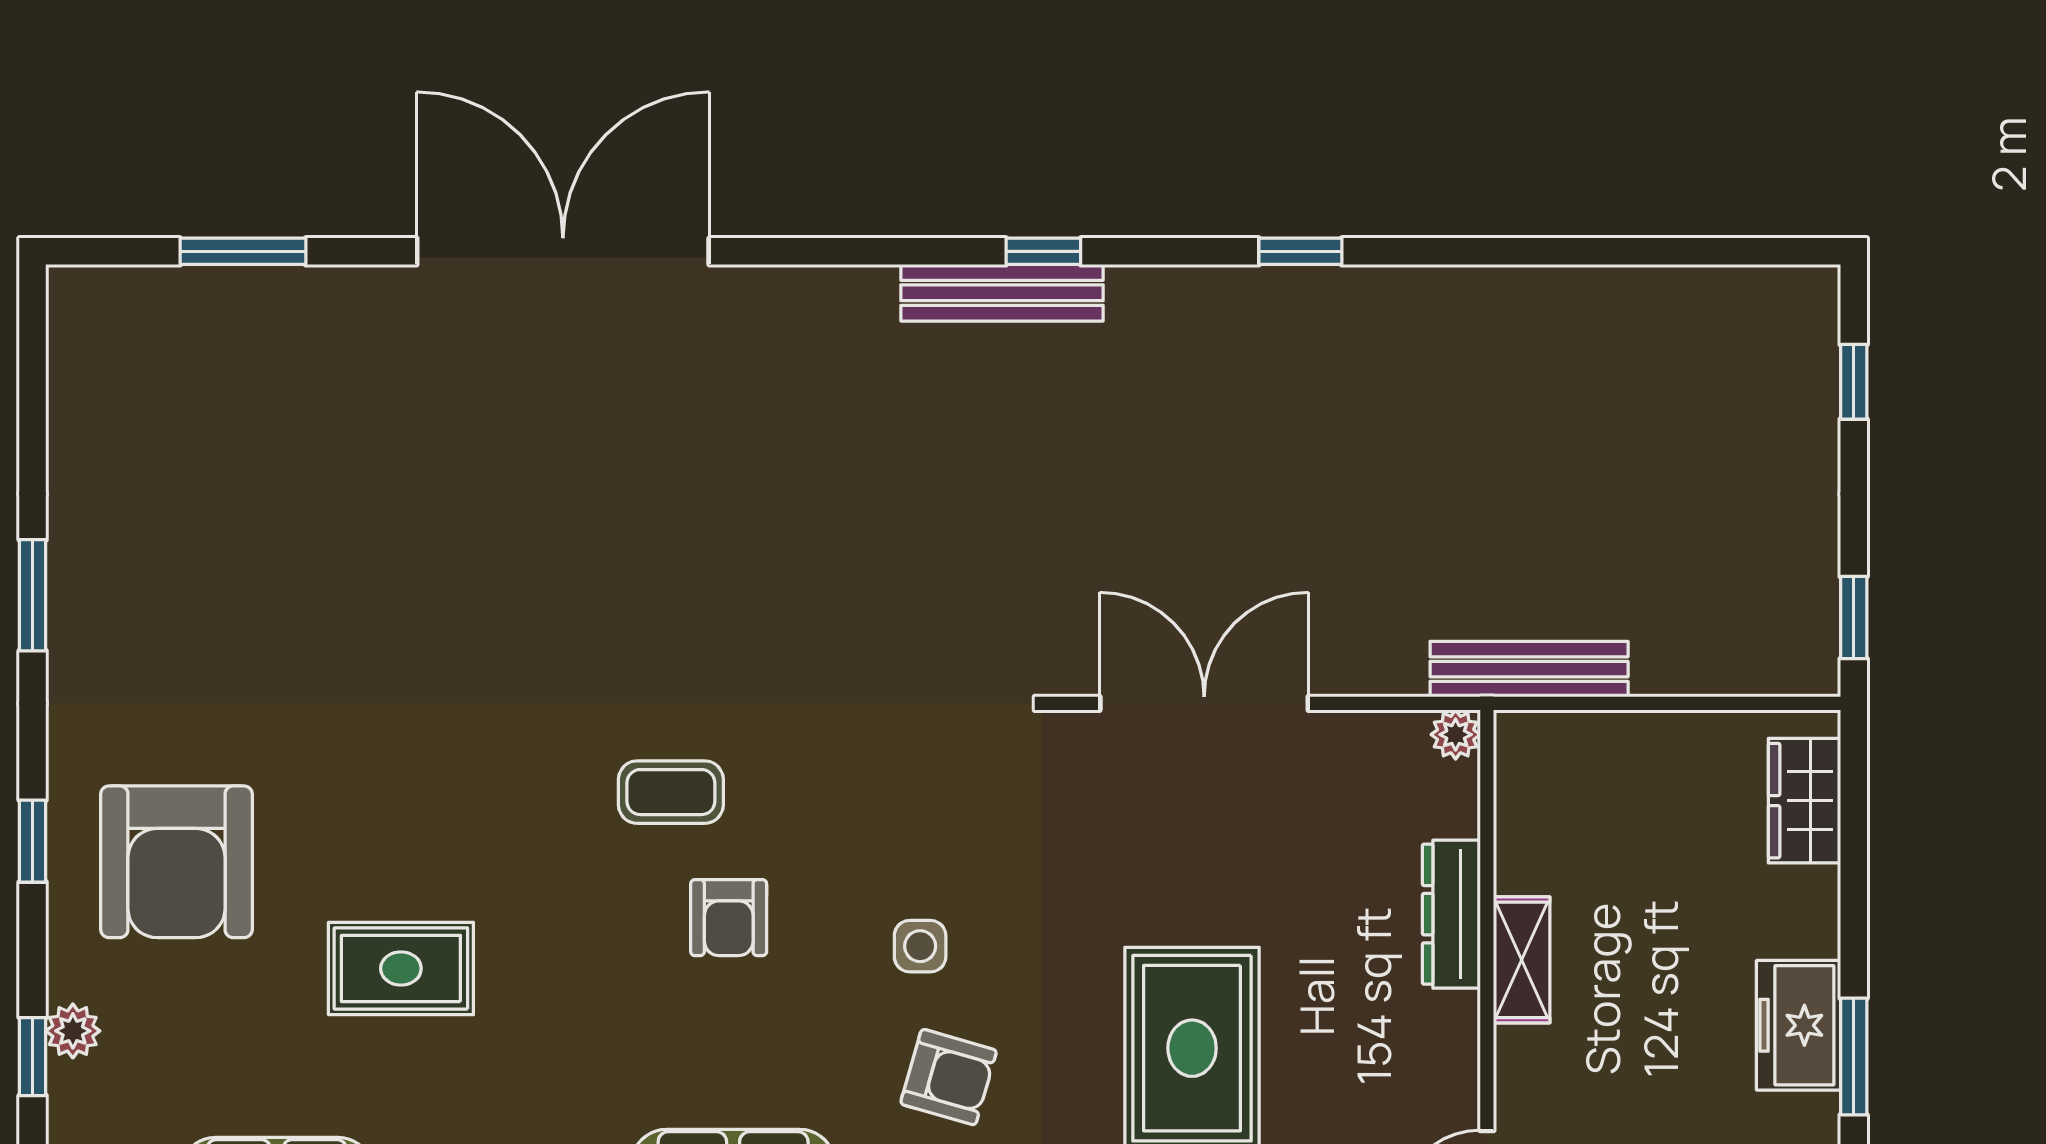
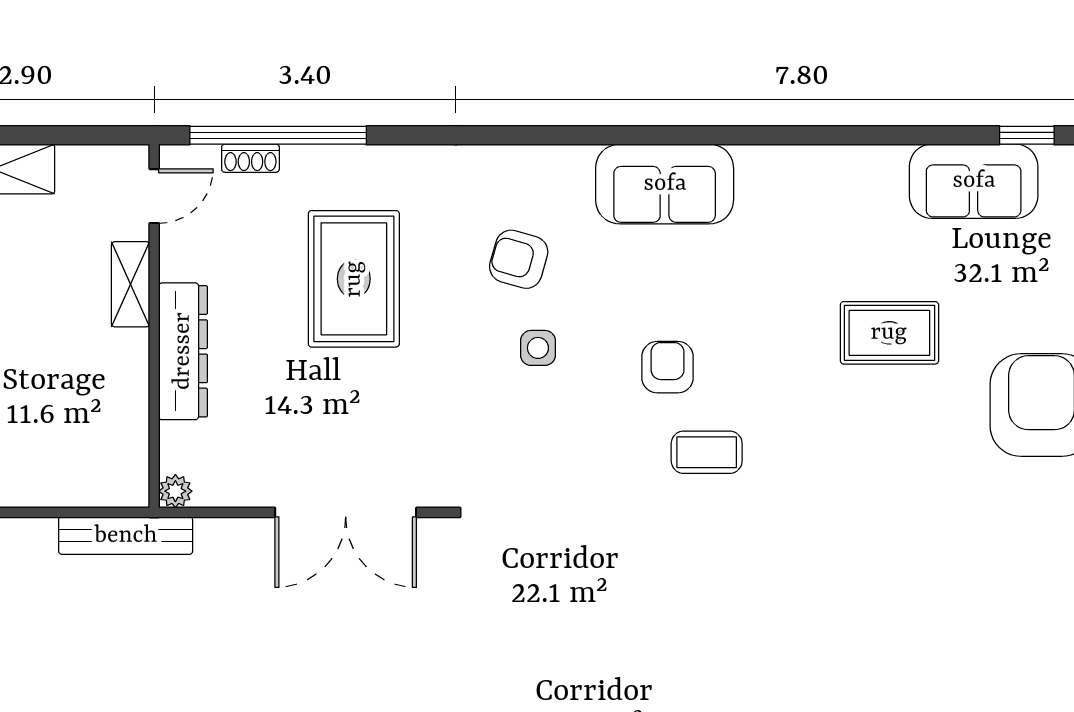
dresser: (1451, 914) -> (183, 351), width x1.37, depth x1.24
shelving: (1522, 960) -> (131, 284), moved

